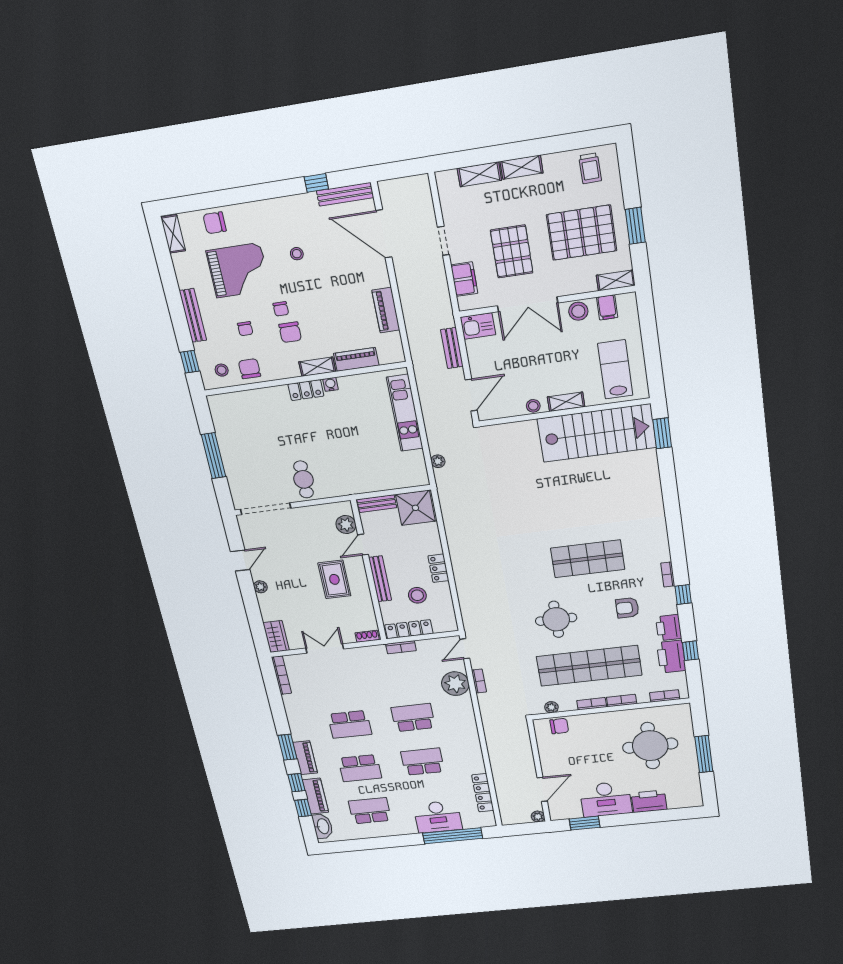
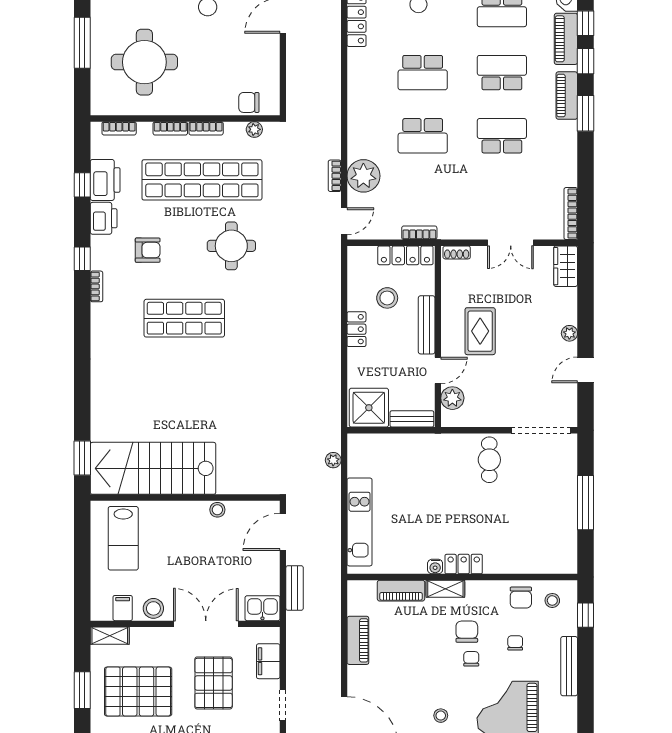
shelving: (566, 402) -> (181, 509), removed

